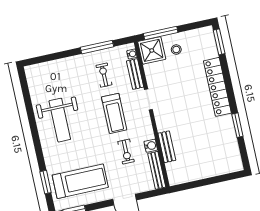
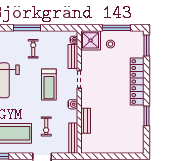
window: (161, 33) -> (116, 28), moved
window: (97, 47) -> (27, 28), moved
exercise bike: (104, 75) -> (33, 49), moved
water cooler: (151, 146) -> (73, 104), moved
exercise bike: (126, 152) -> (46, 126), moved

